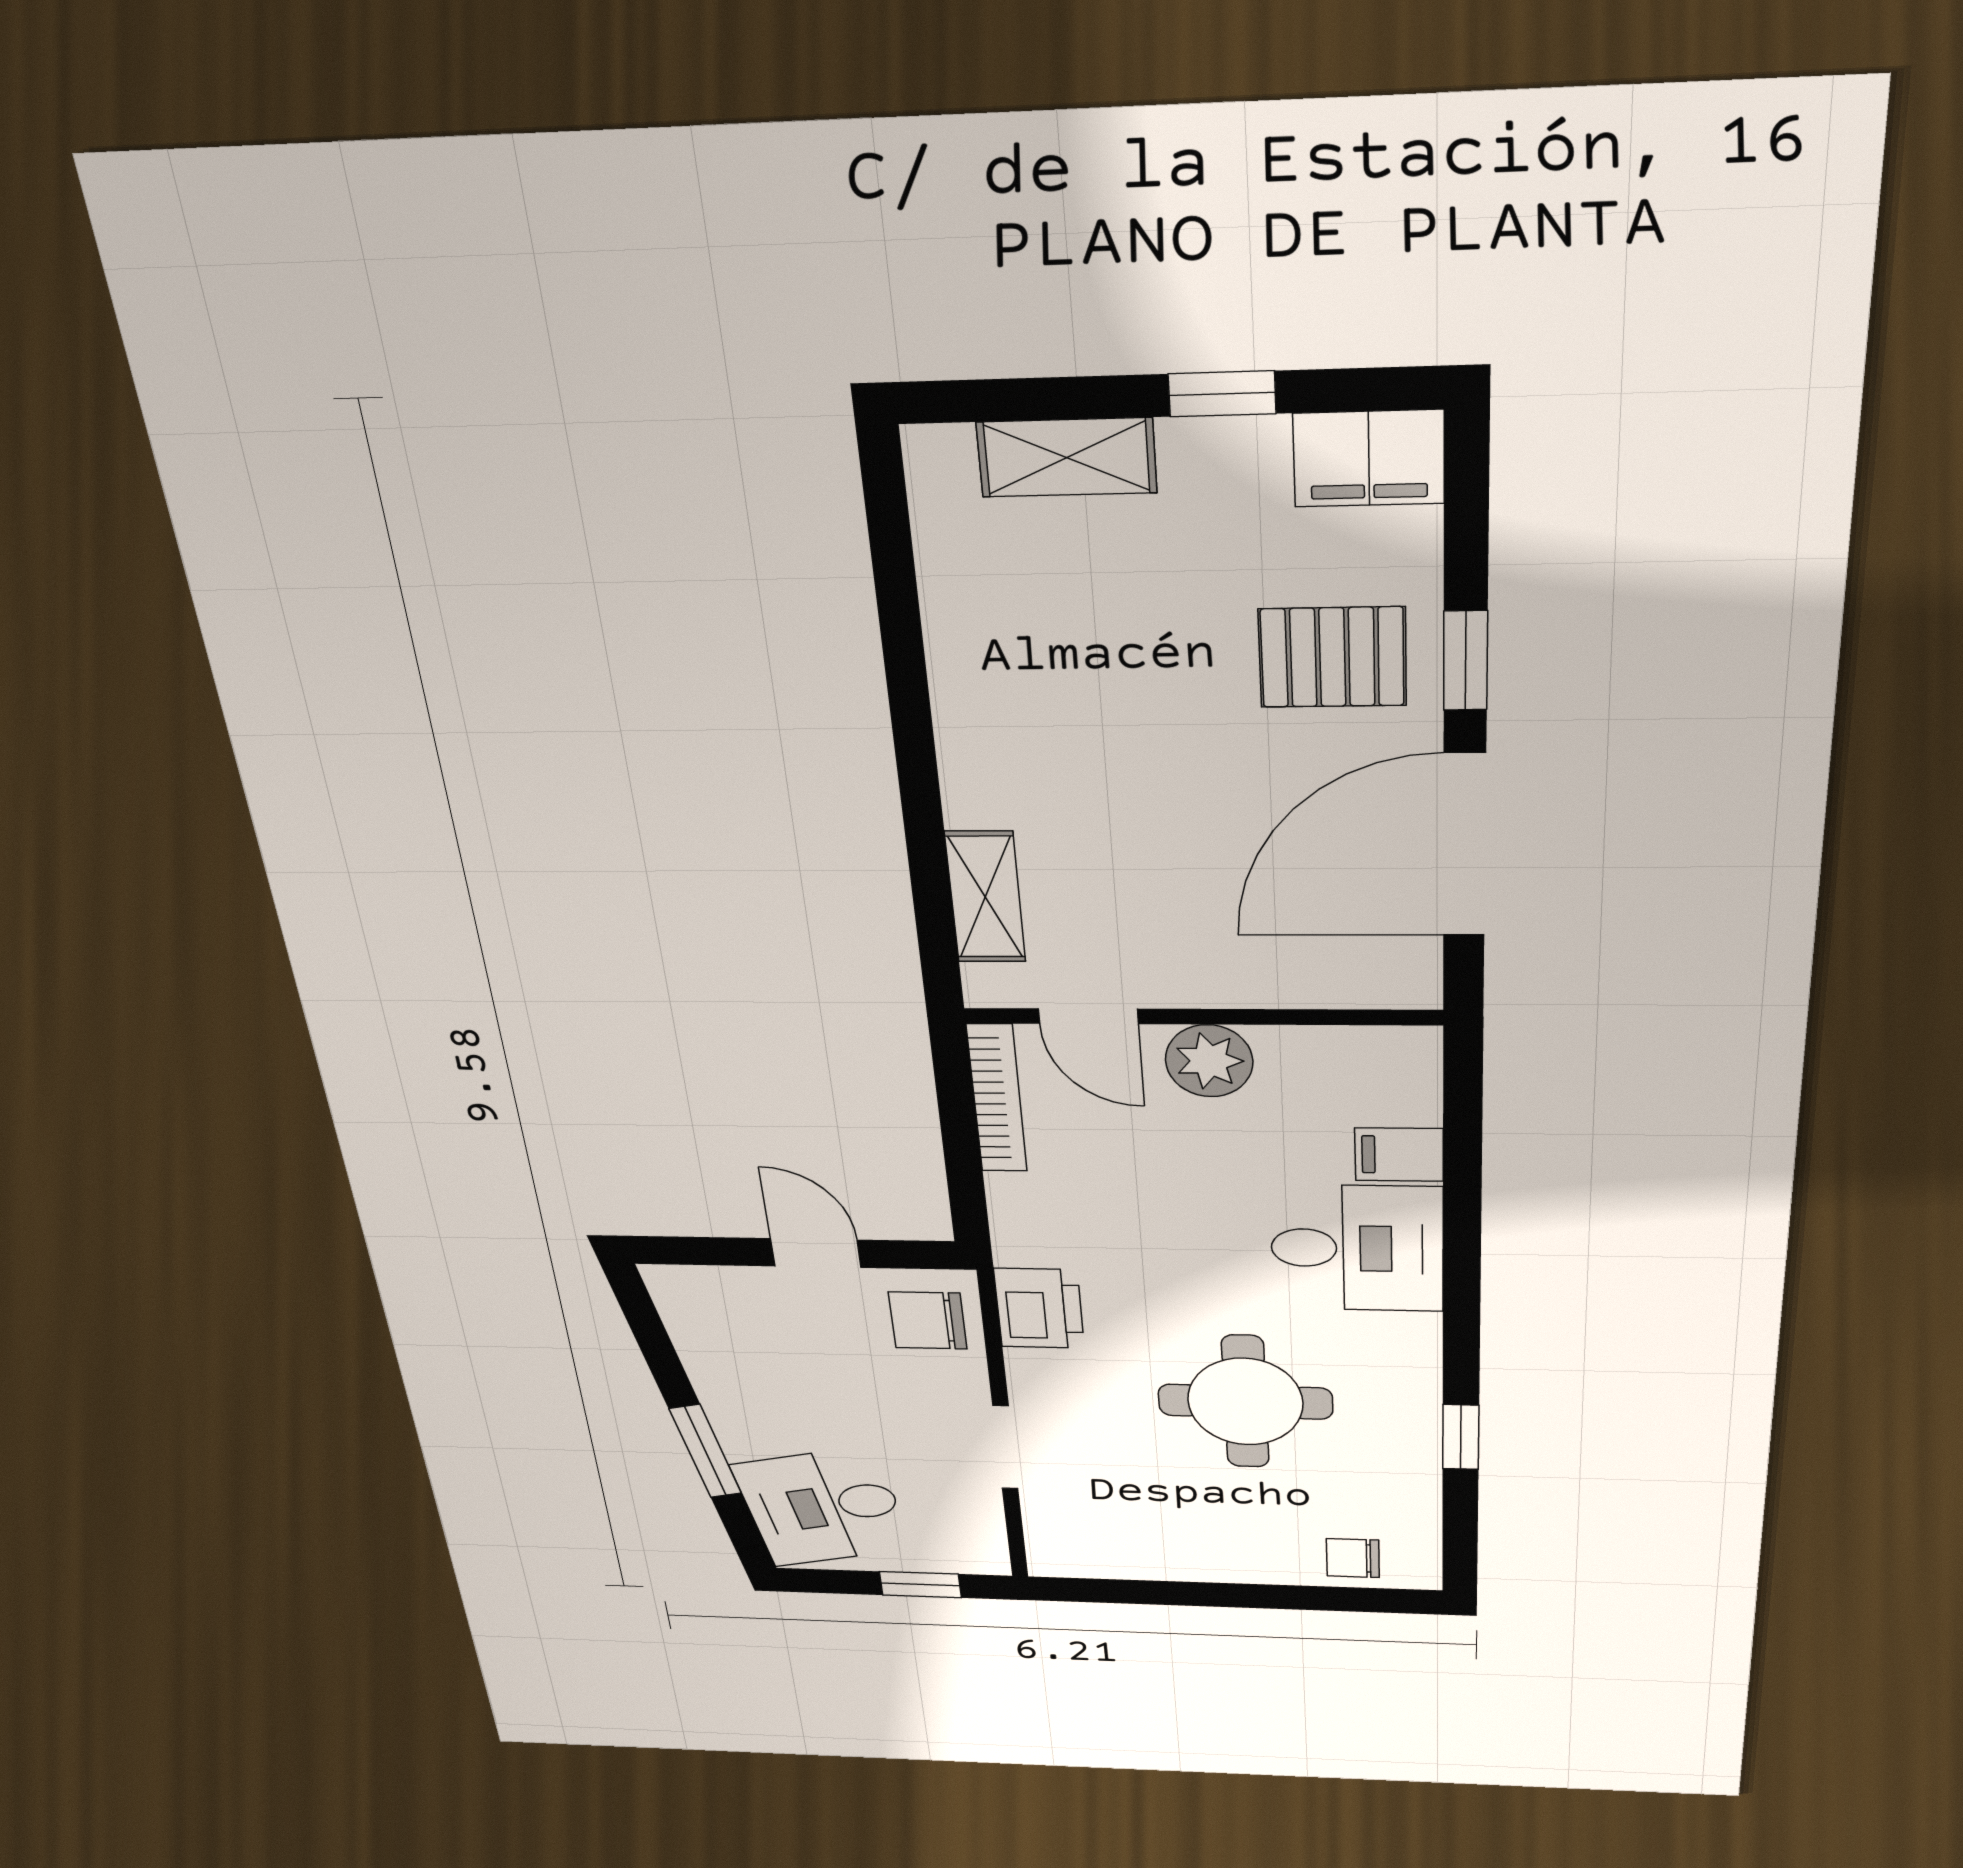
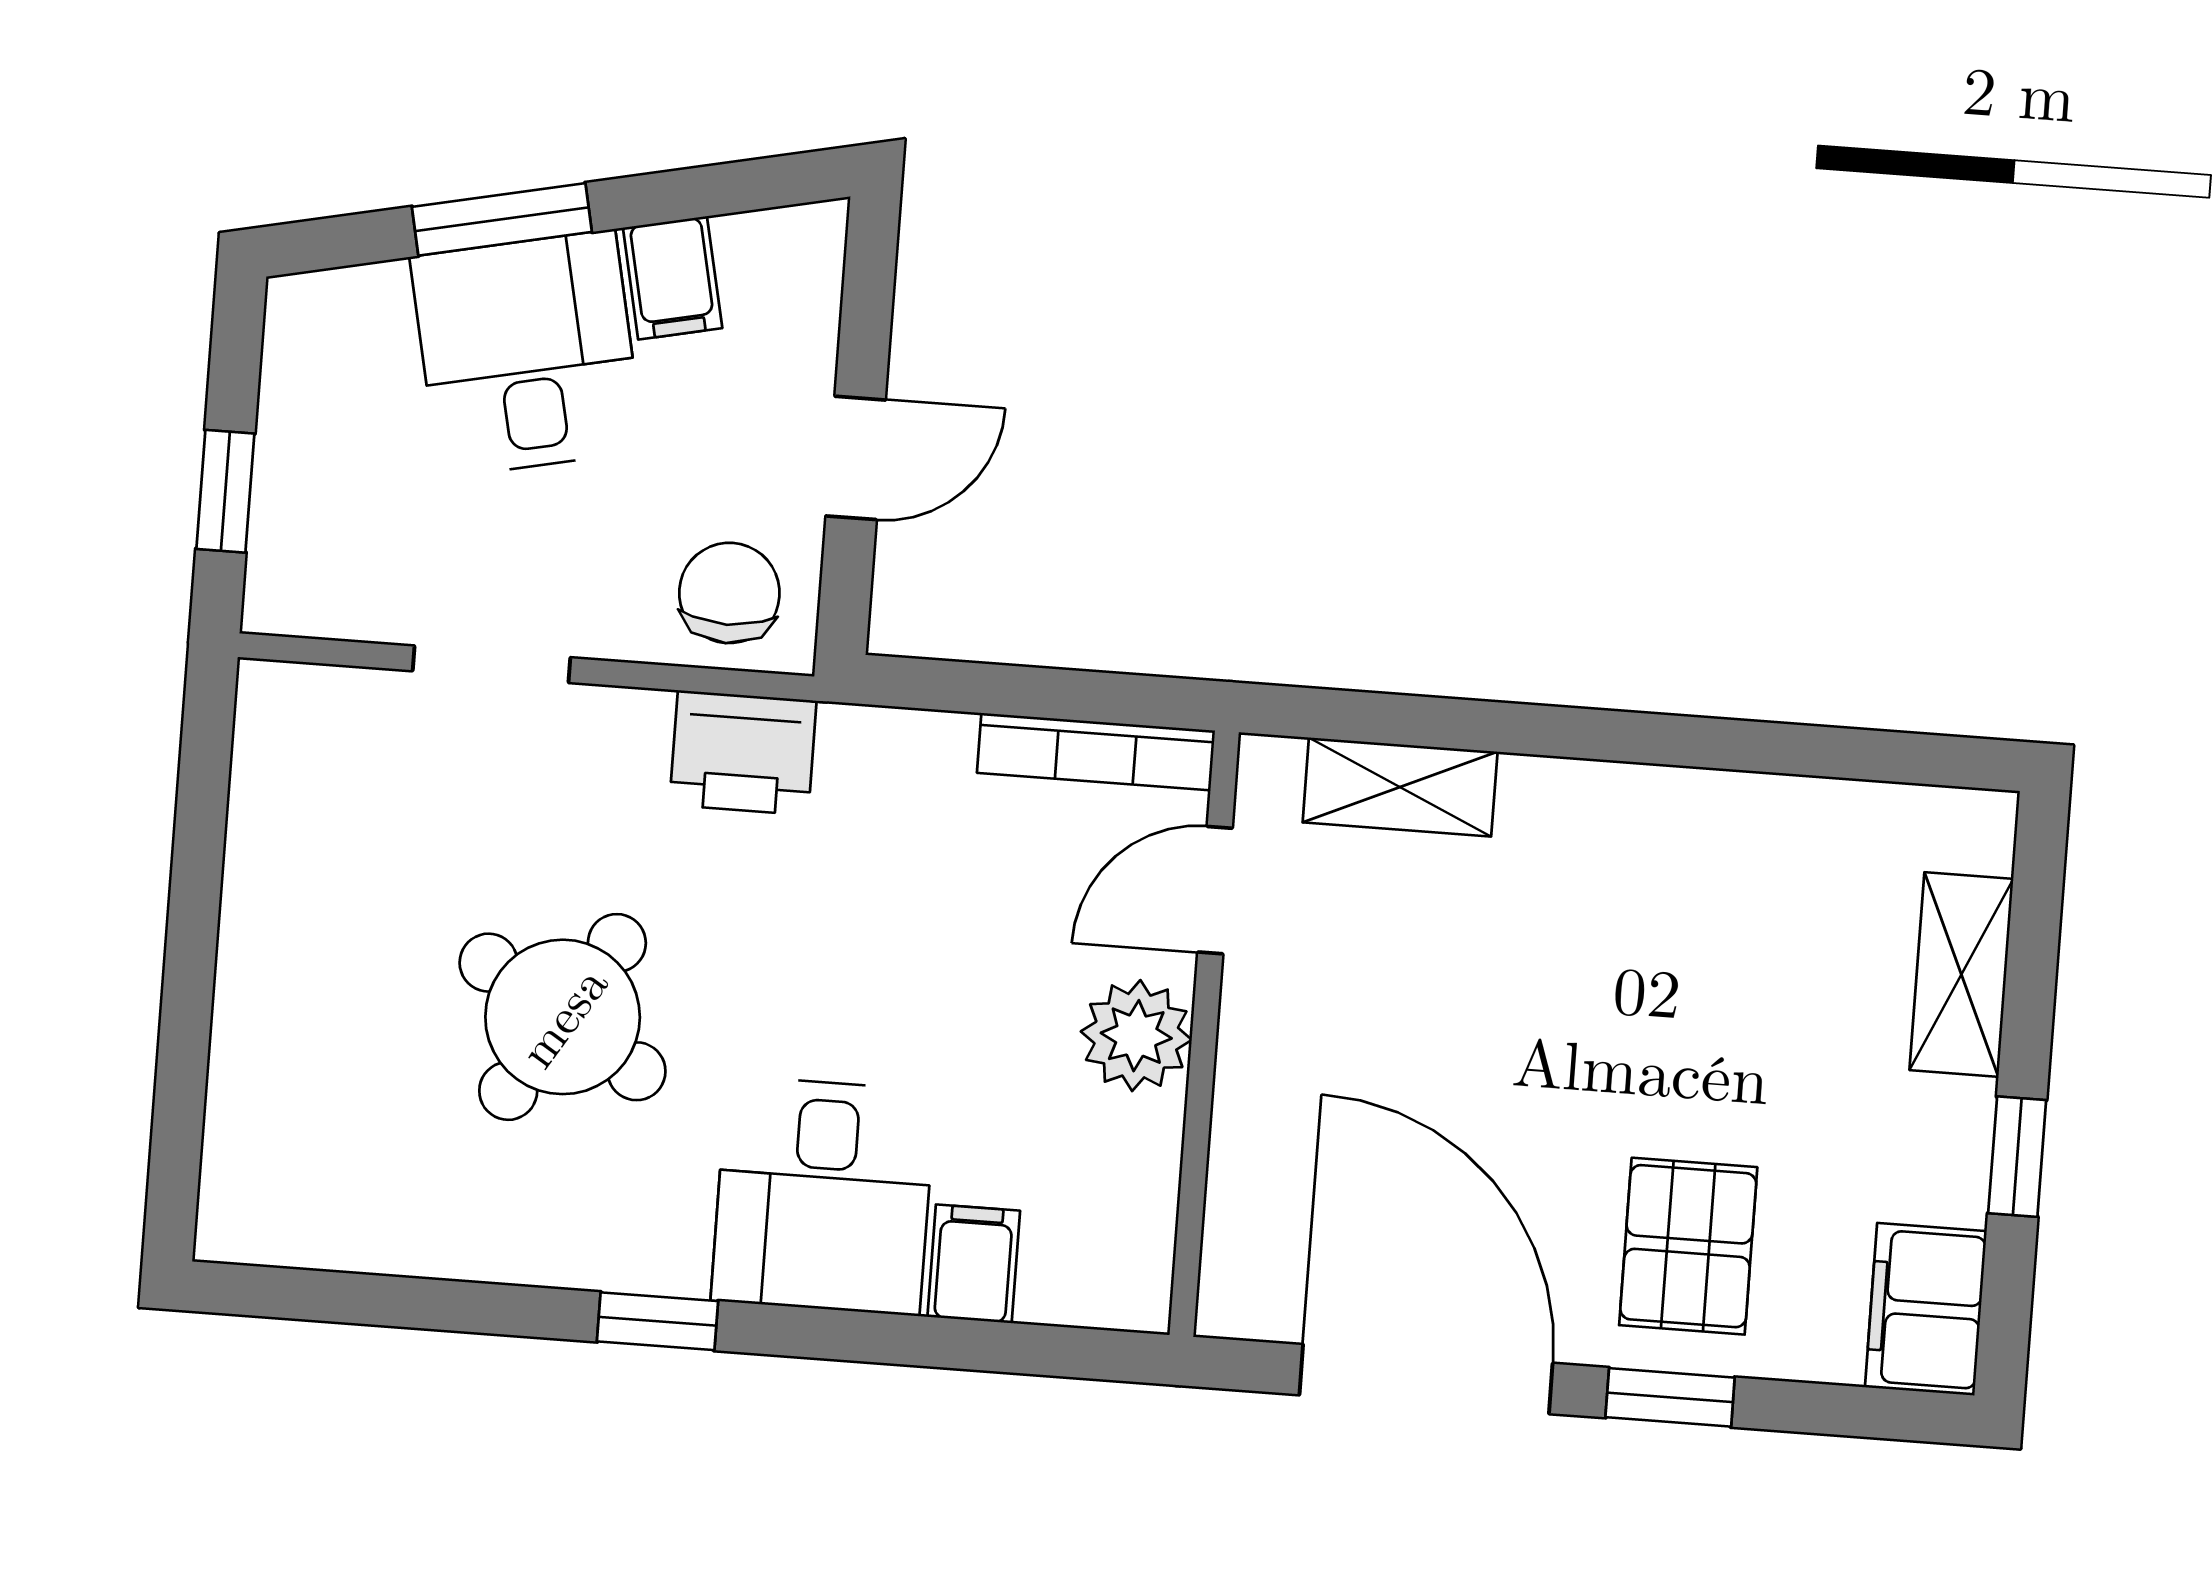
filing cabinet: (719, 1360) -> (673, 278), added
round table: (1245, 1402) -> (563, 1017), turned 32
window: (1461, 1437) -> (657, 1321), moved
desk: (823, 1507) -> (527, 354), moved
chair: (1353, 1558) -> (260, 1138), removed

